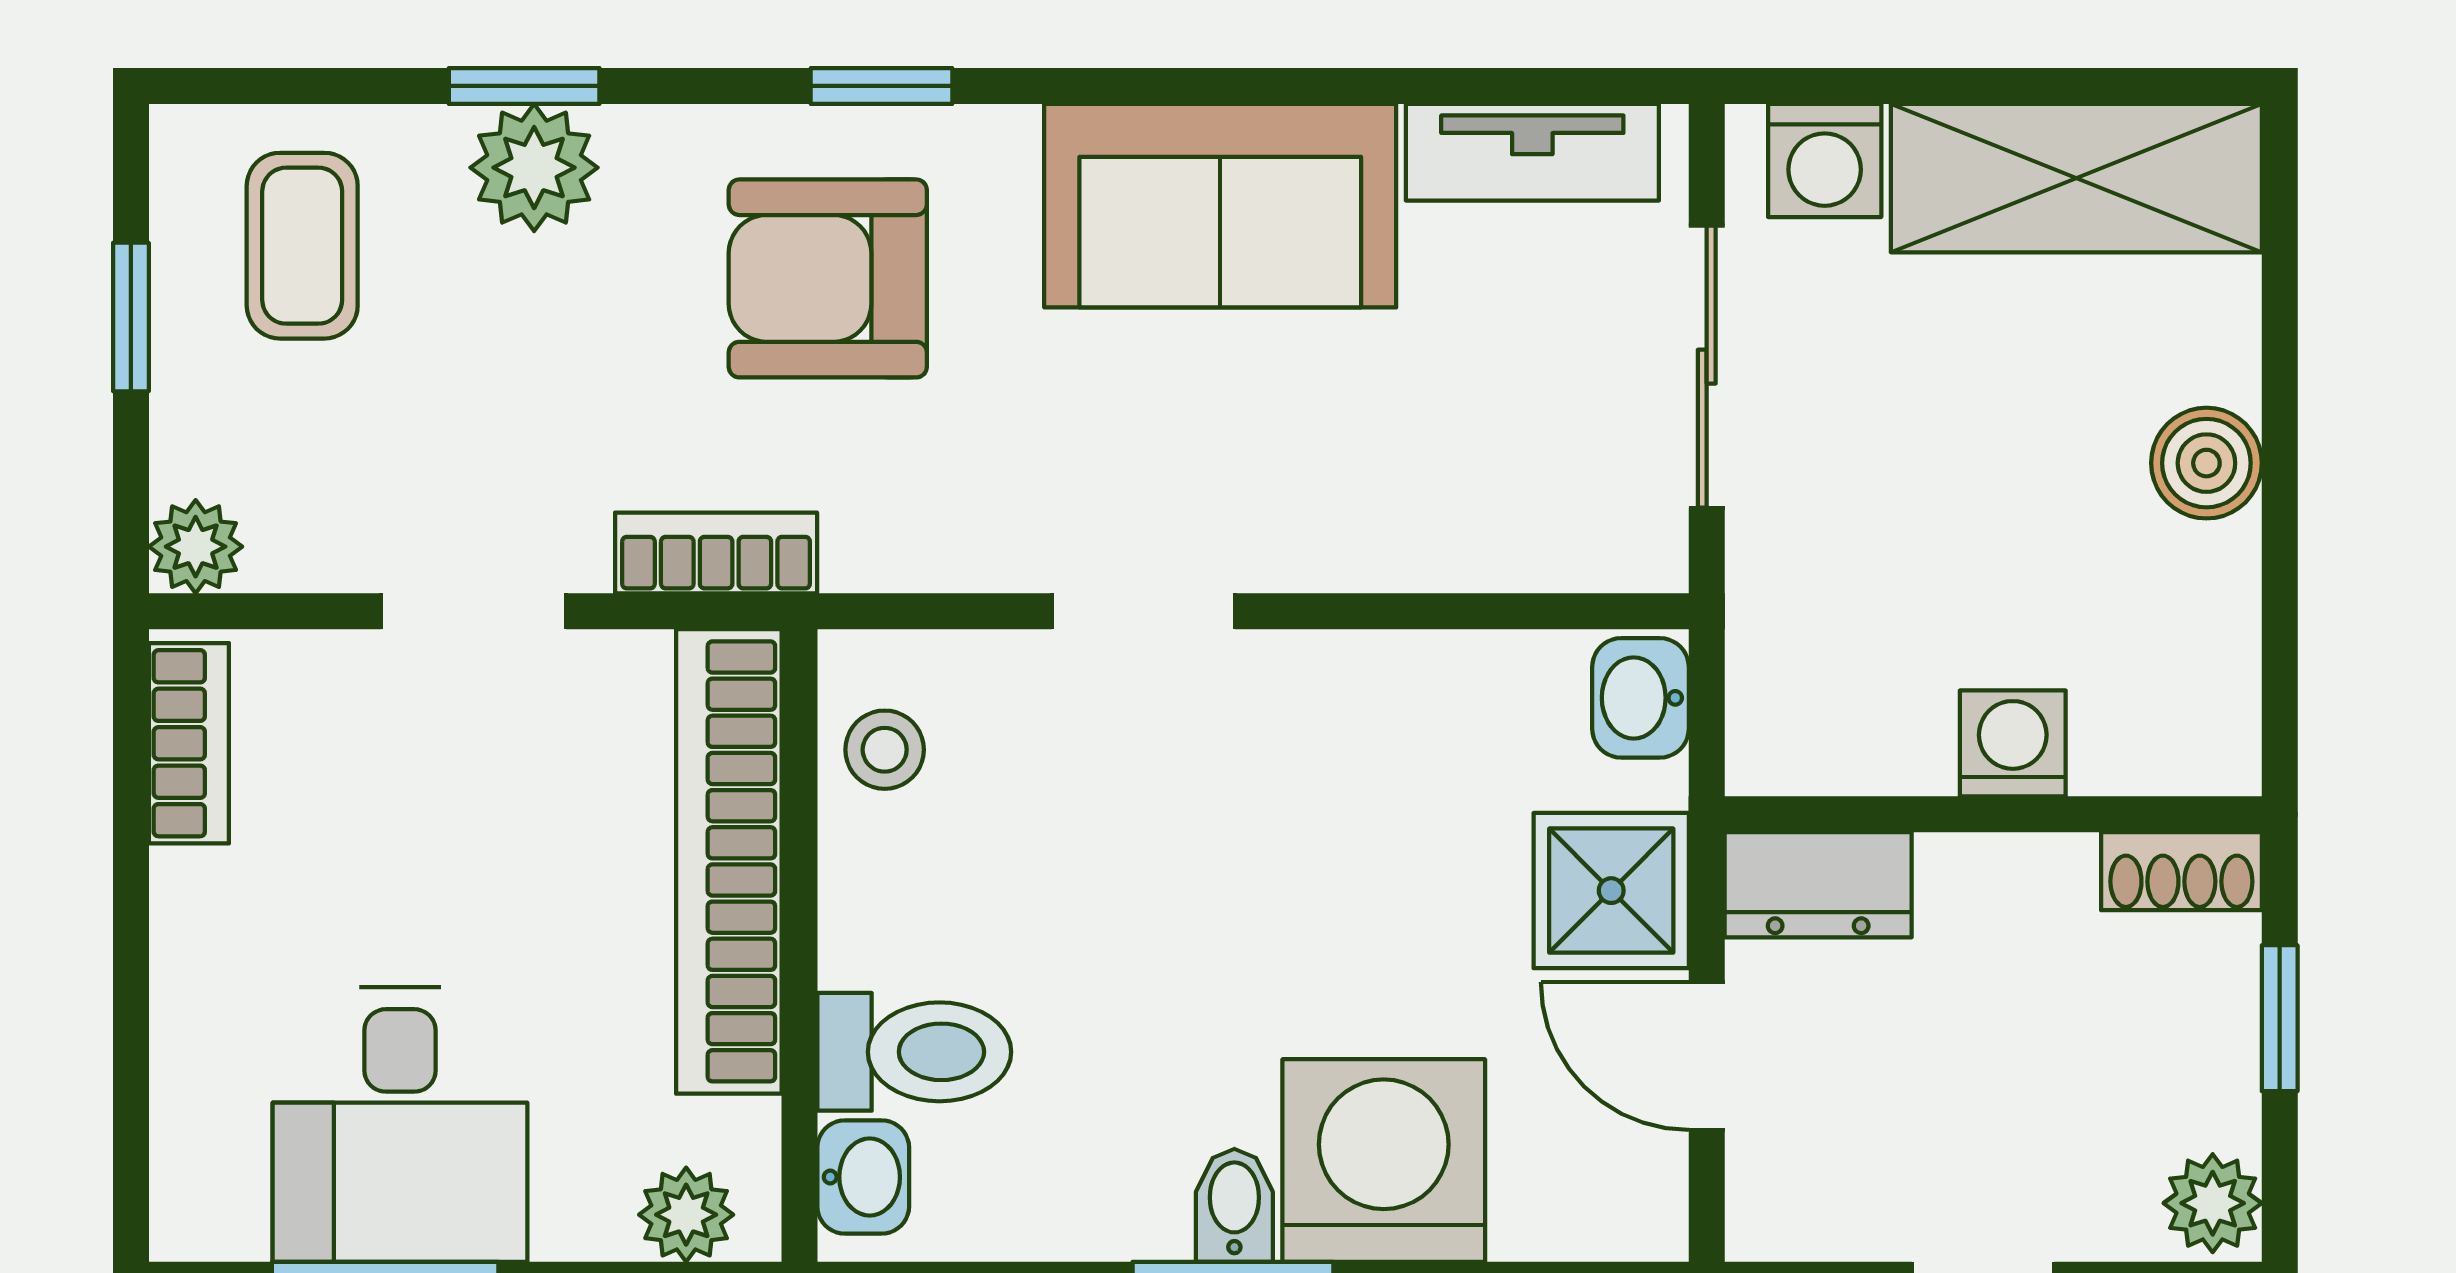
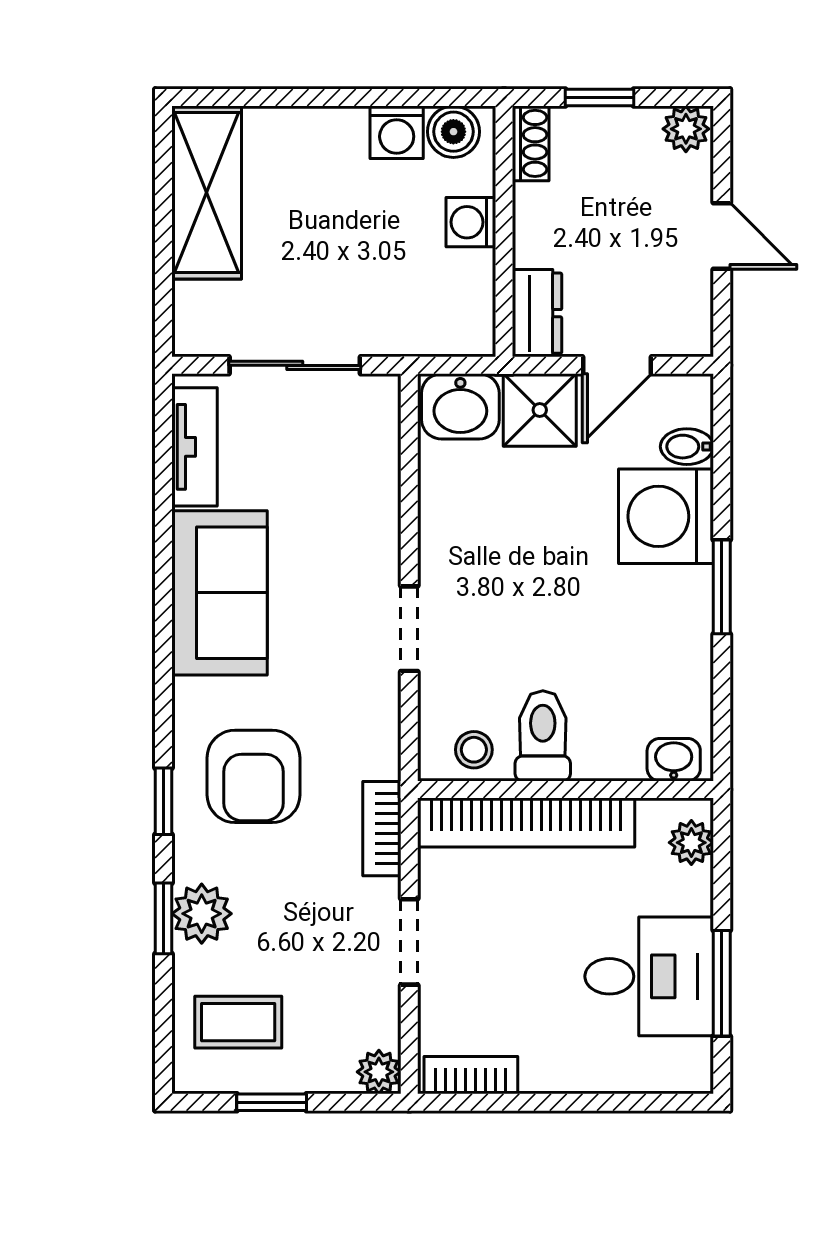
window: (882, 86) -> (164, 801), moved
washing machine: (1825, 160) -> (397, 132), moved, turned 90
boiler: (2206, 463) -> (453, 132), moved
washbasin: (1640, 698) -> (460, 406), width x1.38, depth x1.45
toilet: (914, 1052) -> (543, 736), moved
bidet: (1234, 1205) -> (687, 447), moved

